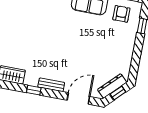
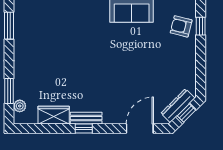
armchair: (121, 14) -> (181, 26), moved, turned -76
bench: (51, 85) -> (86, 118), moved

